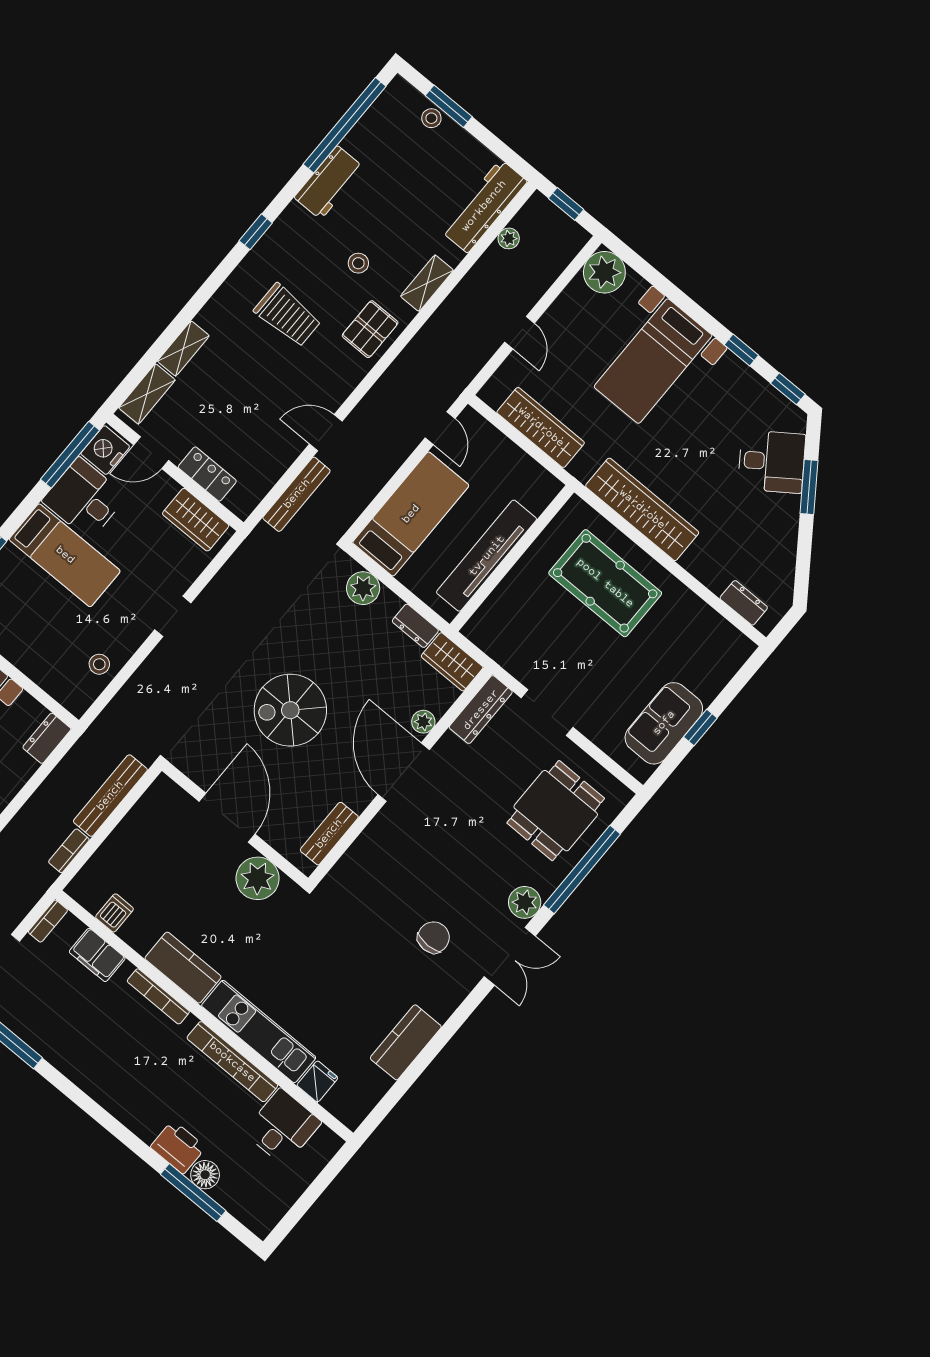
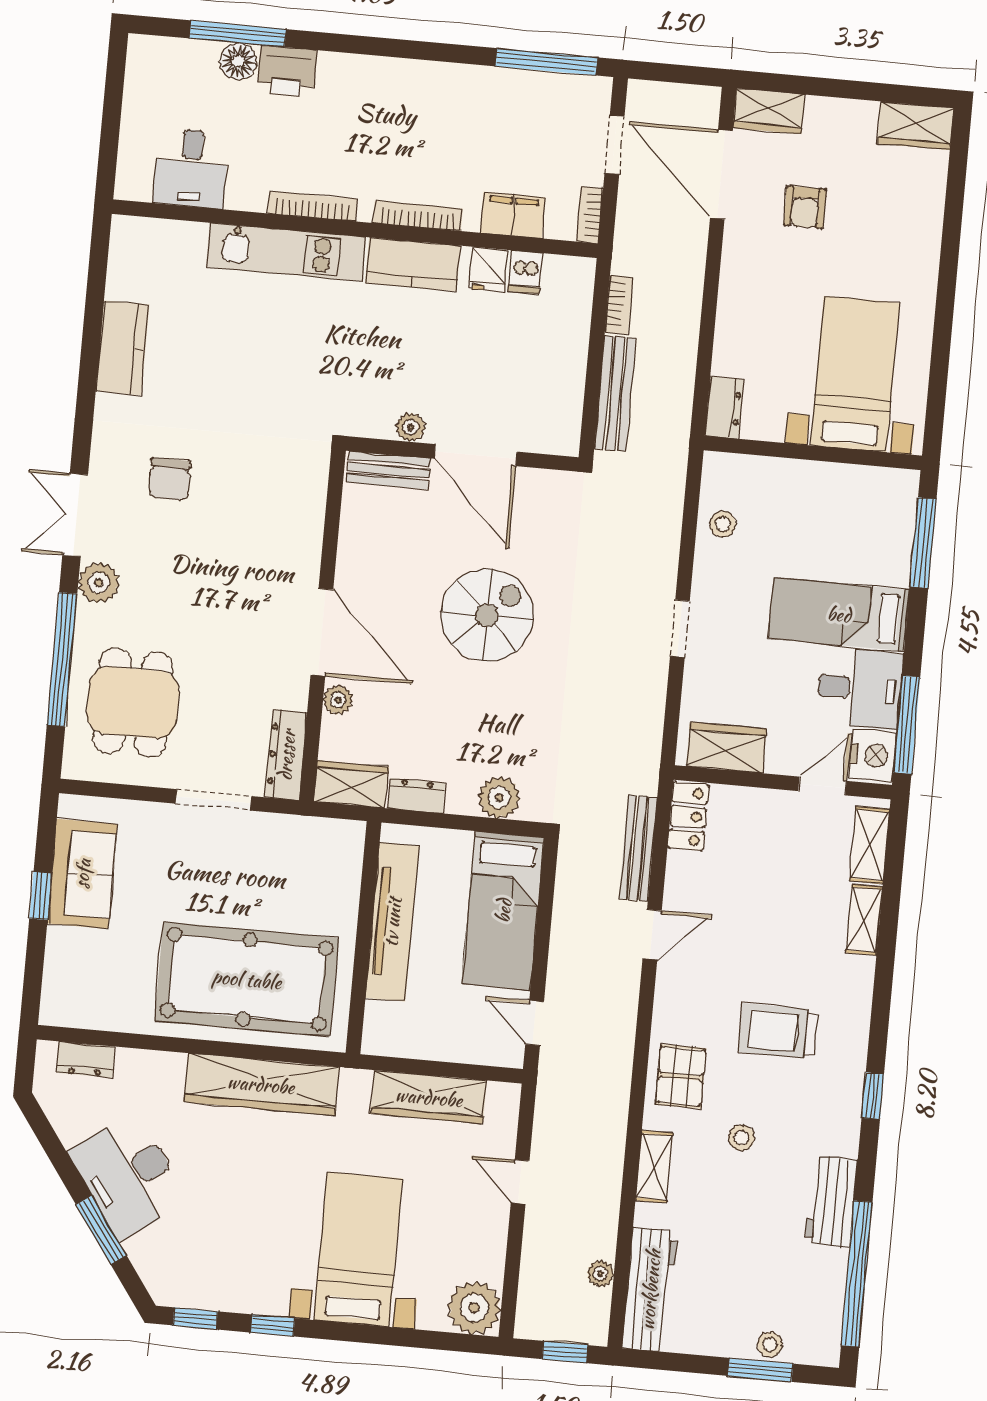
desk: (772, 462) -> (128, 1176), moved, width x1.37
locker: (207, 474) -> (688, 816), moved, turned -90
pool table: (605, 583) -> (247, 979), width x1.36, depth x1.32
bench: (329, 834) -> (388, 470), moved, turned 90
plant: (258, 878) -> (411, 427), width x0.53, depth x0.53
bookcase: (232, 1062) -> (313, 206), width x0.68, depth x0.76
fridge: (317, 1081) -> (489, 269), moved

